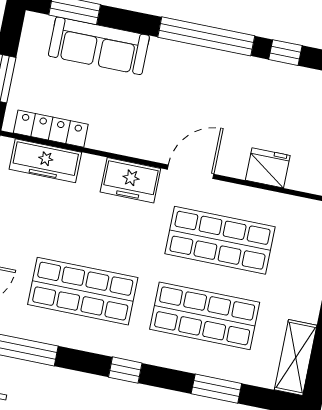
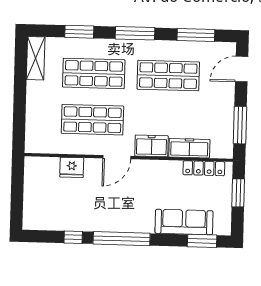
freezer: (45, 161) -> (189, 148), moved
window: (125, 370) -> (135, 33), width x2.17

